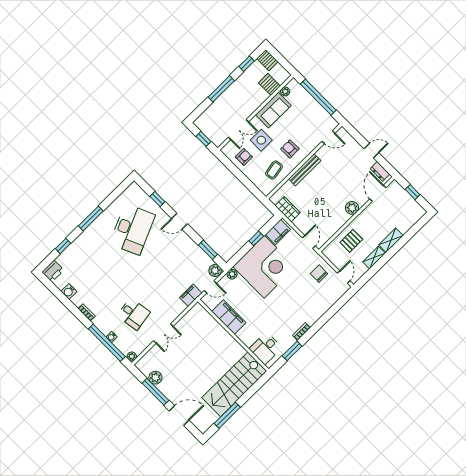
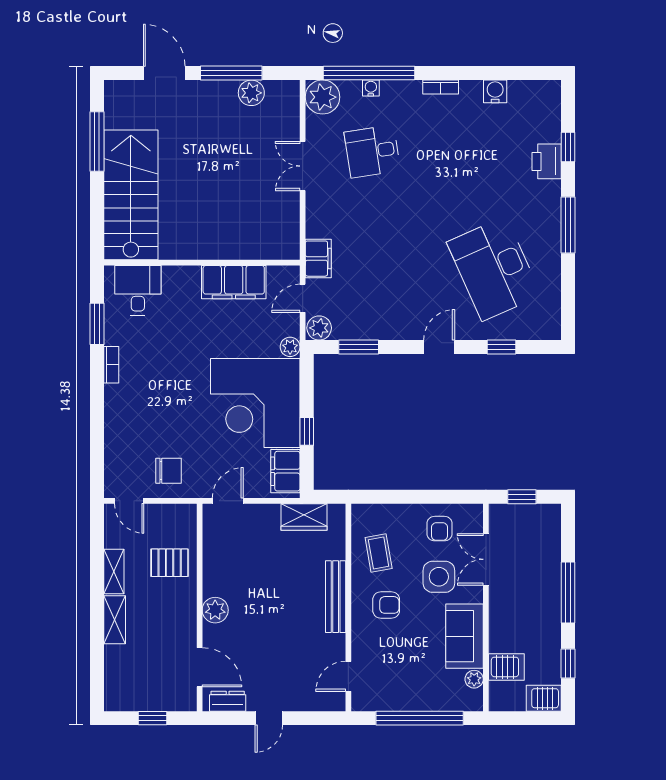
pallet: (351, 241) -> (170, 563), turned 90
door: (309, 242) -> (228, 501), swing flipped
printer: (53, 271) -> (547, 161), moved
plant: (132, 356) -> (323, 97), width x1.87, depth x1.87
door: (179, 416) -> (164, 73), swing flipped

